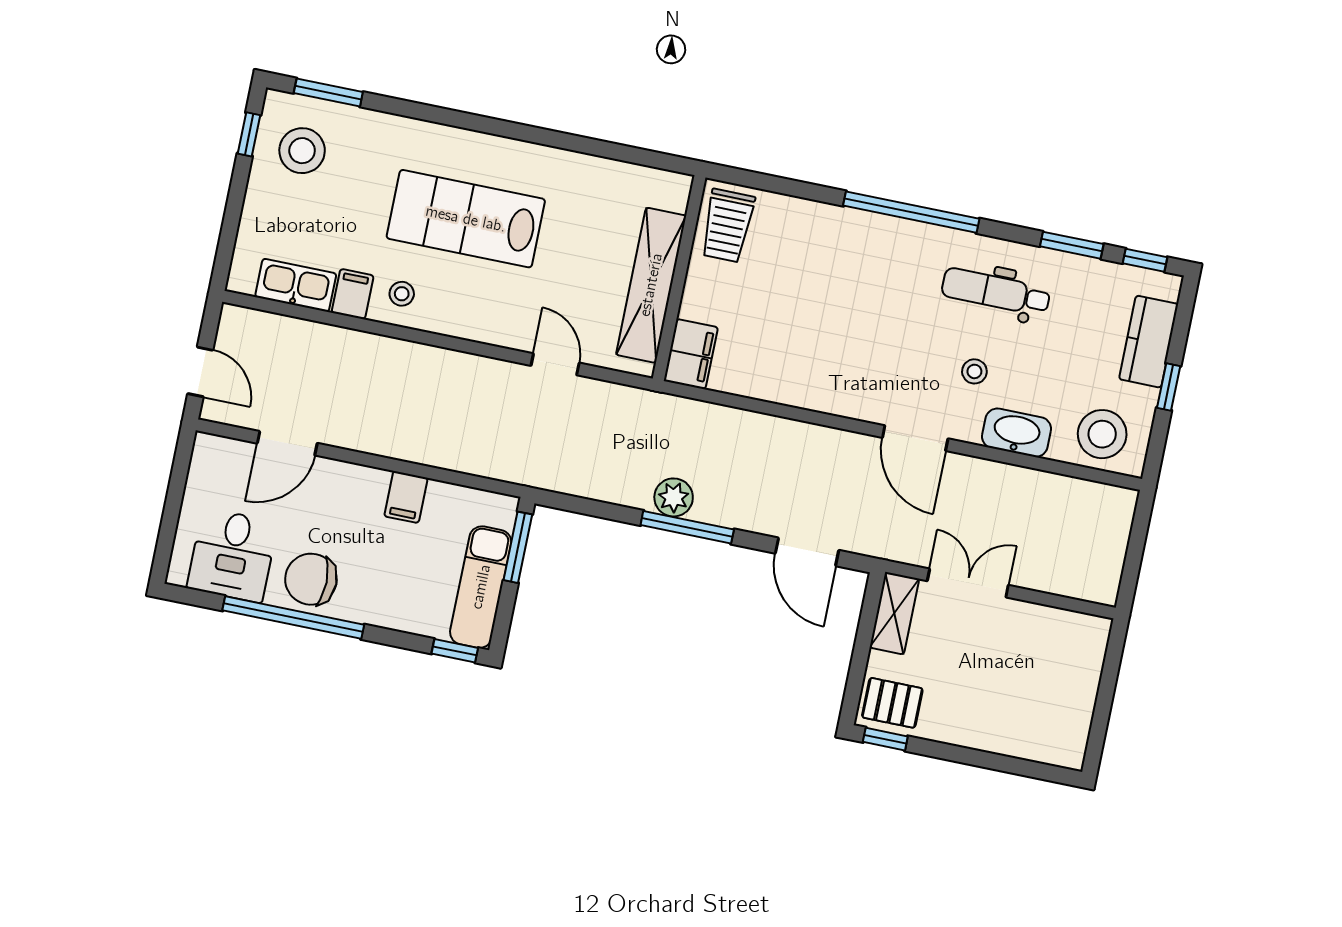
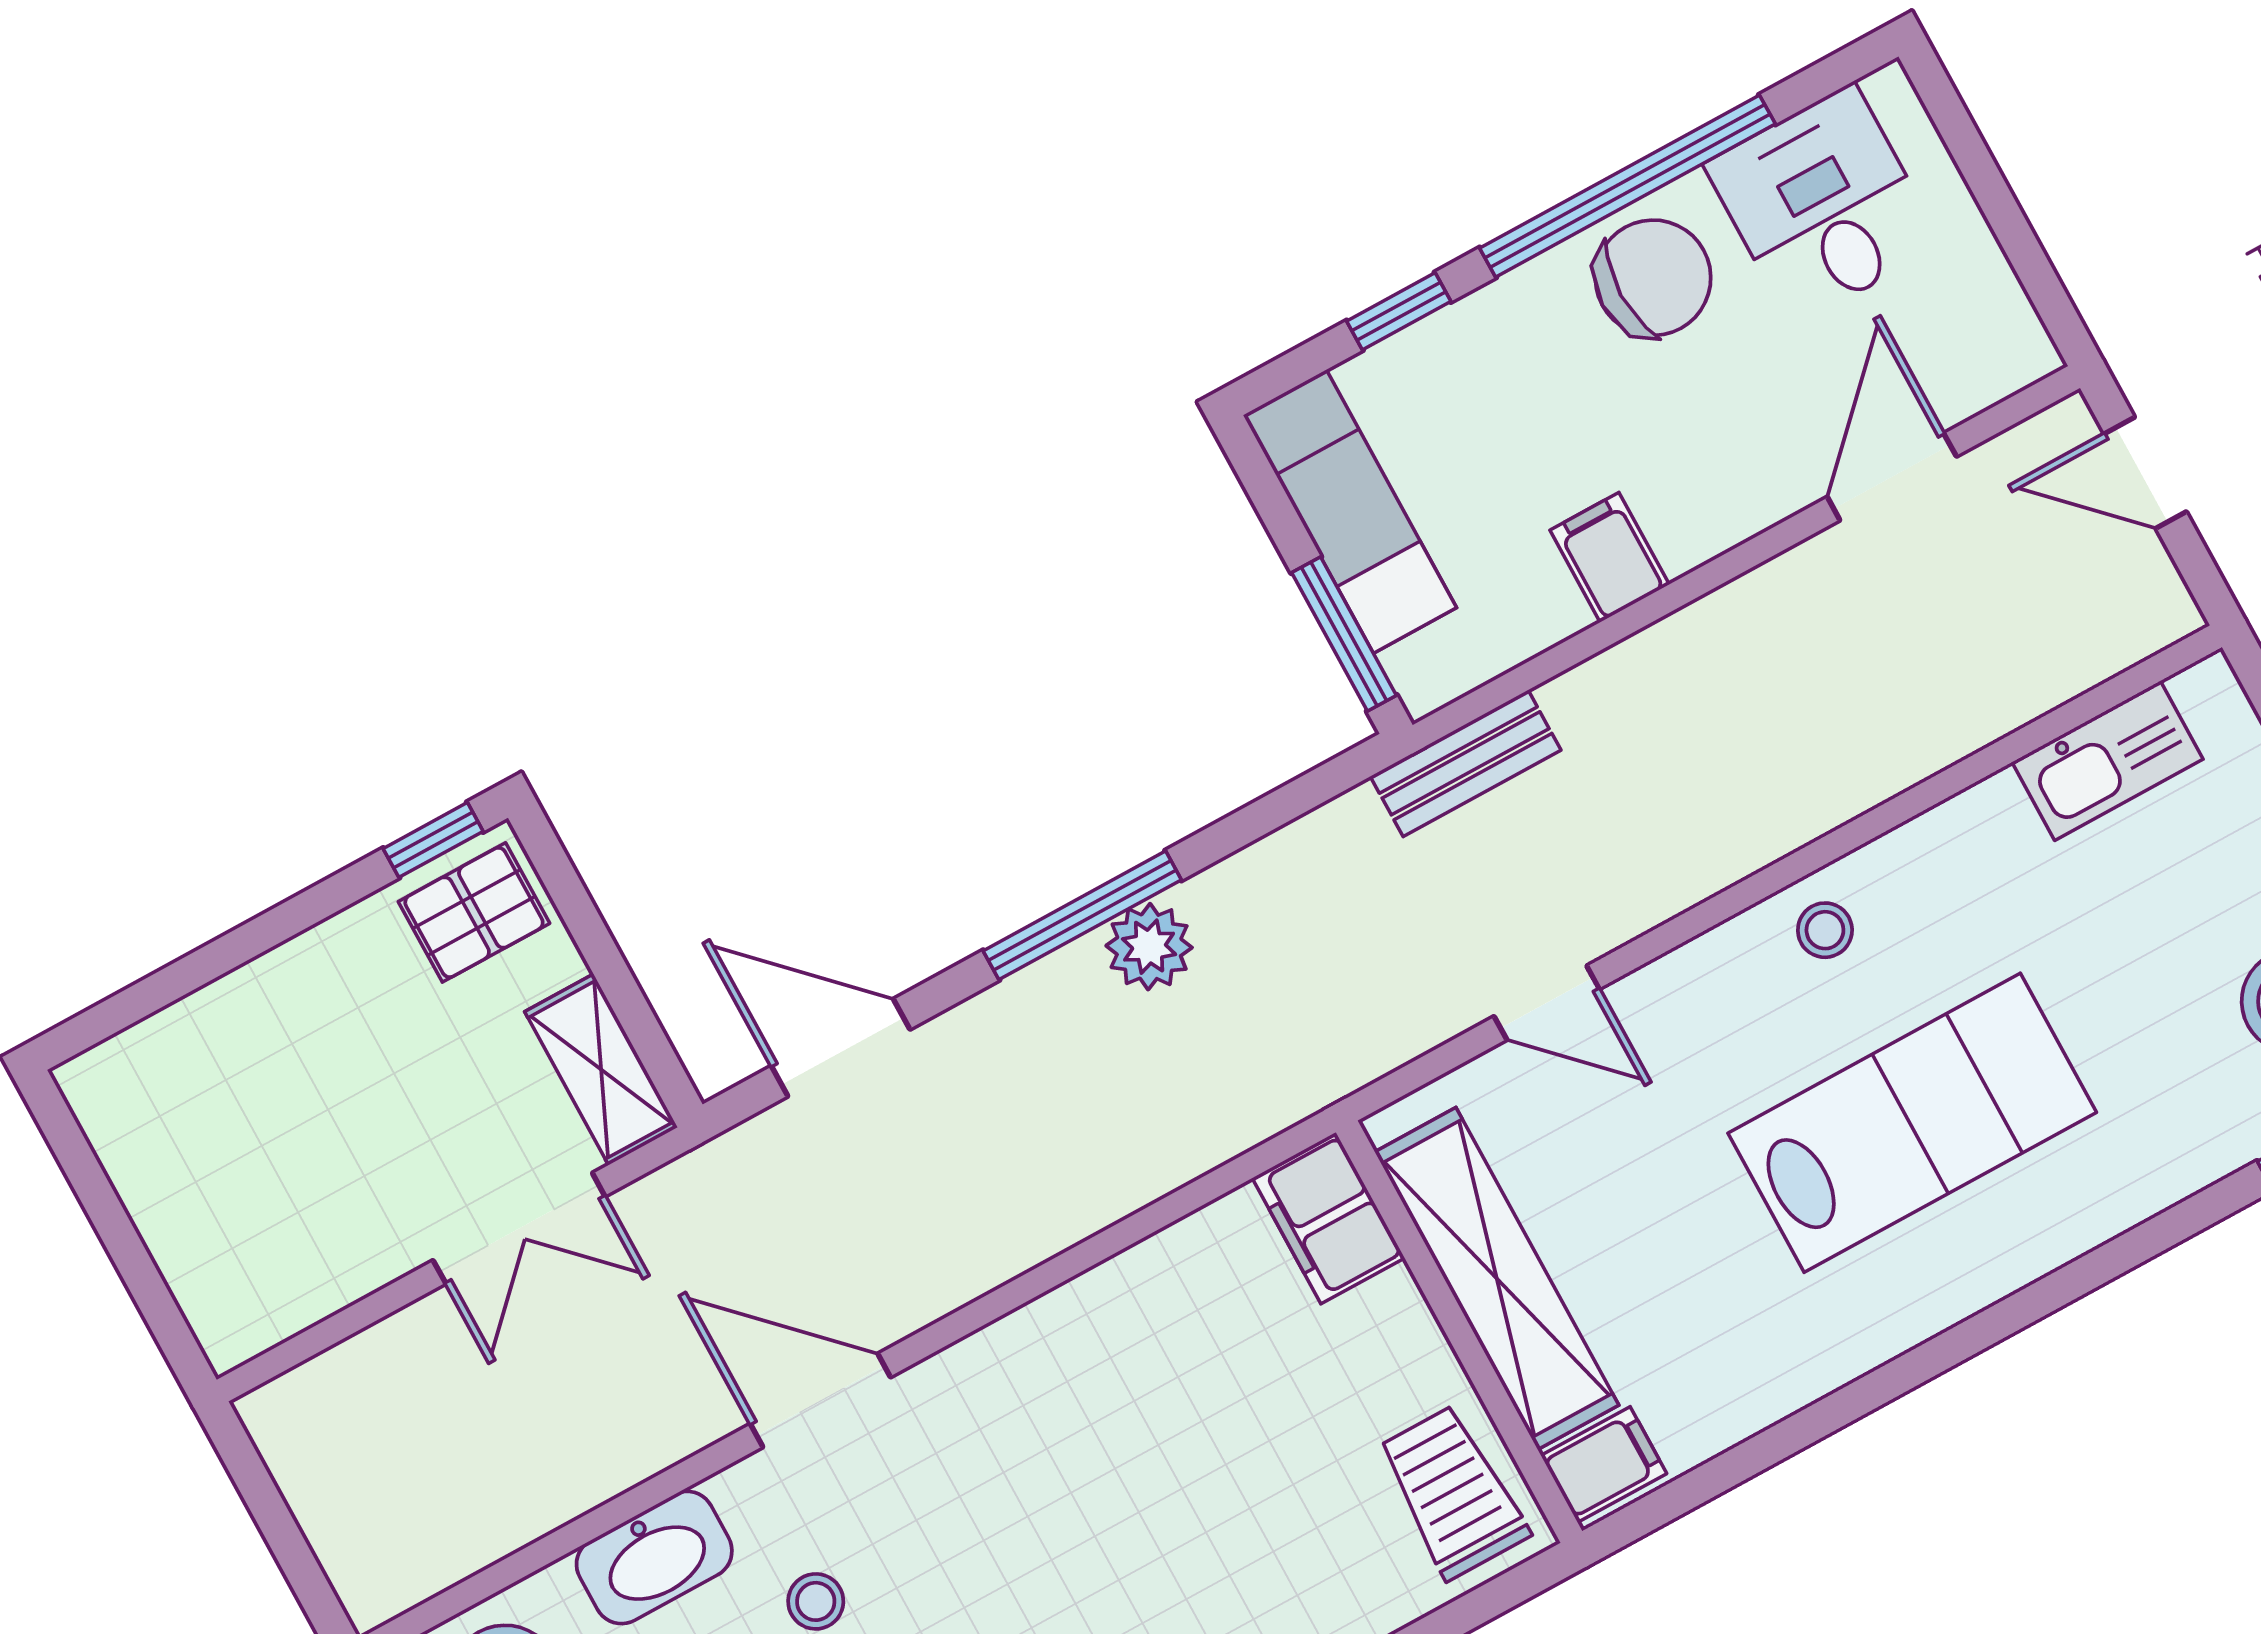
filing cabinet: (353, 294) -> (1604, 1465), moved, turned -90
stool: (402, 294) -> (1825, 930), moved
bench: (514, 469) -> (1466, 763), added
window: (455, 651) -> (1399, 311), moved

